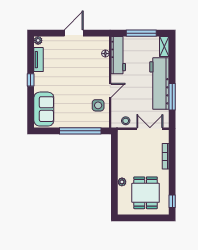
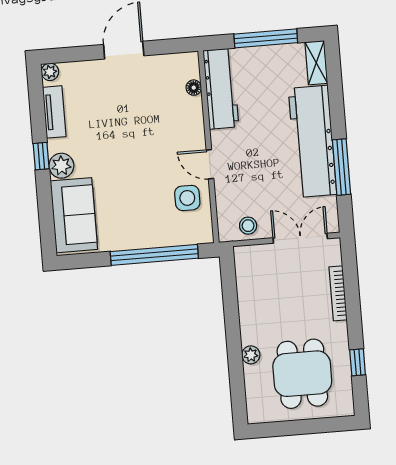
plant: (40, 85) -> (61, 166), added
door: (110, 90) -> (210, 164), swing flipped
window: (172, 201) -> (358, 362), moved

